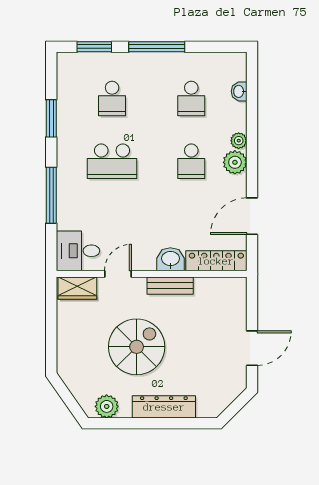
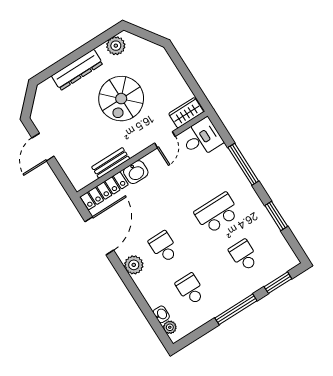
plant: (239, 141) -> (170, 327), moved
door: (252, 216) -> (99, 236), width x1.36
bench: (170, 286) -> (111, 163), moved

